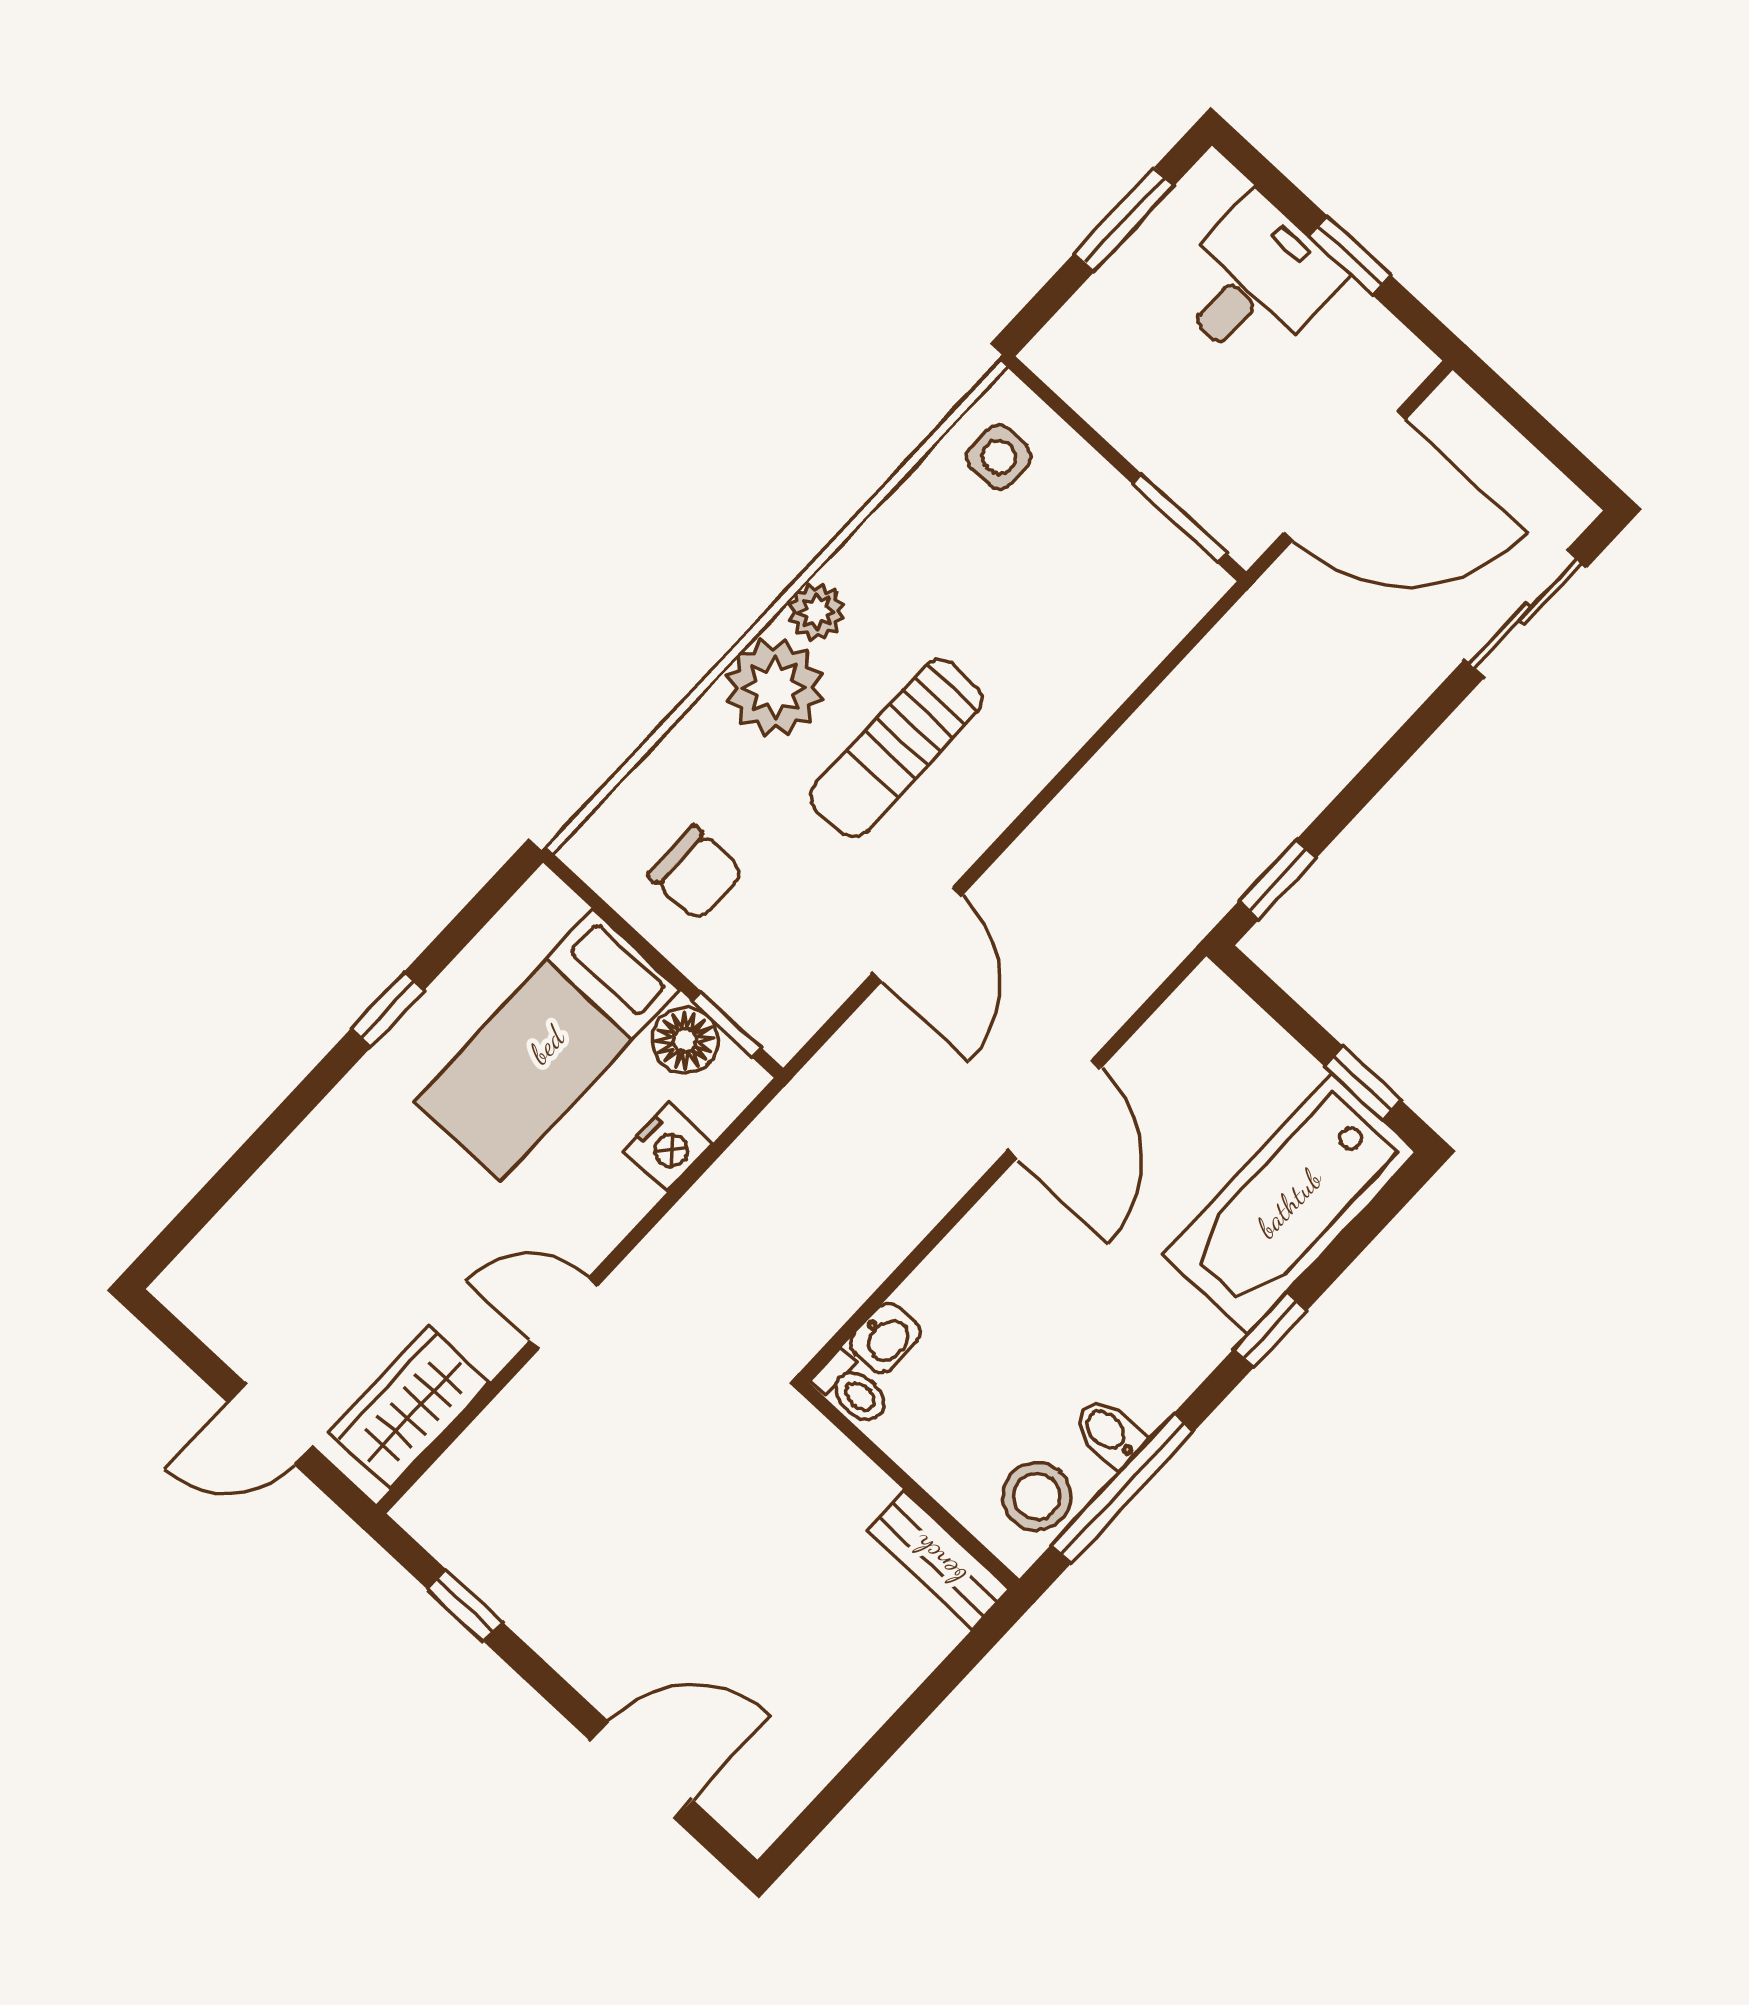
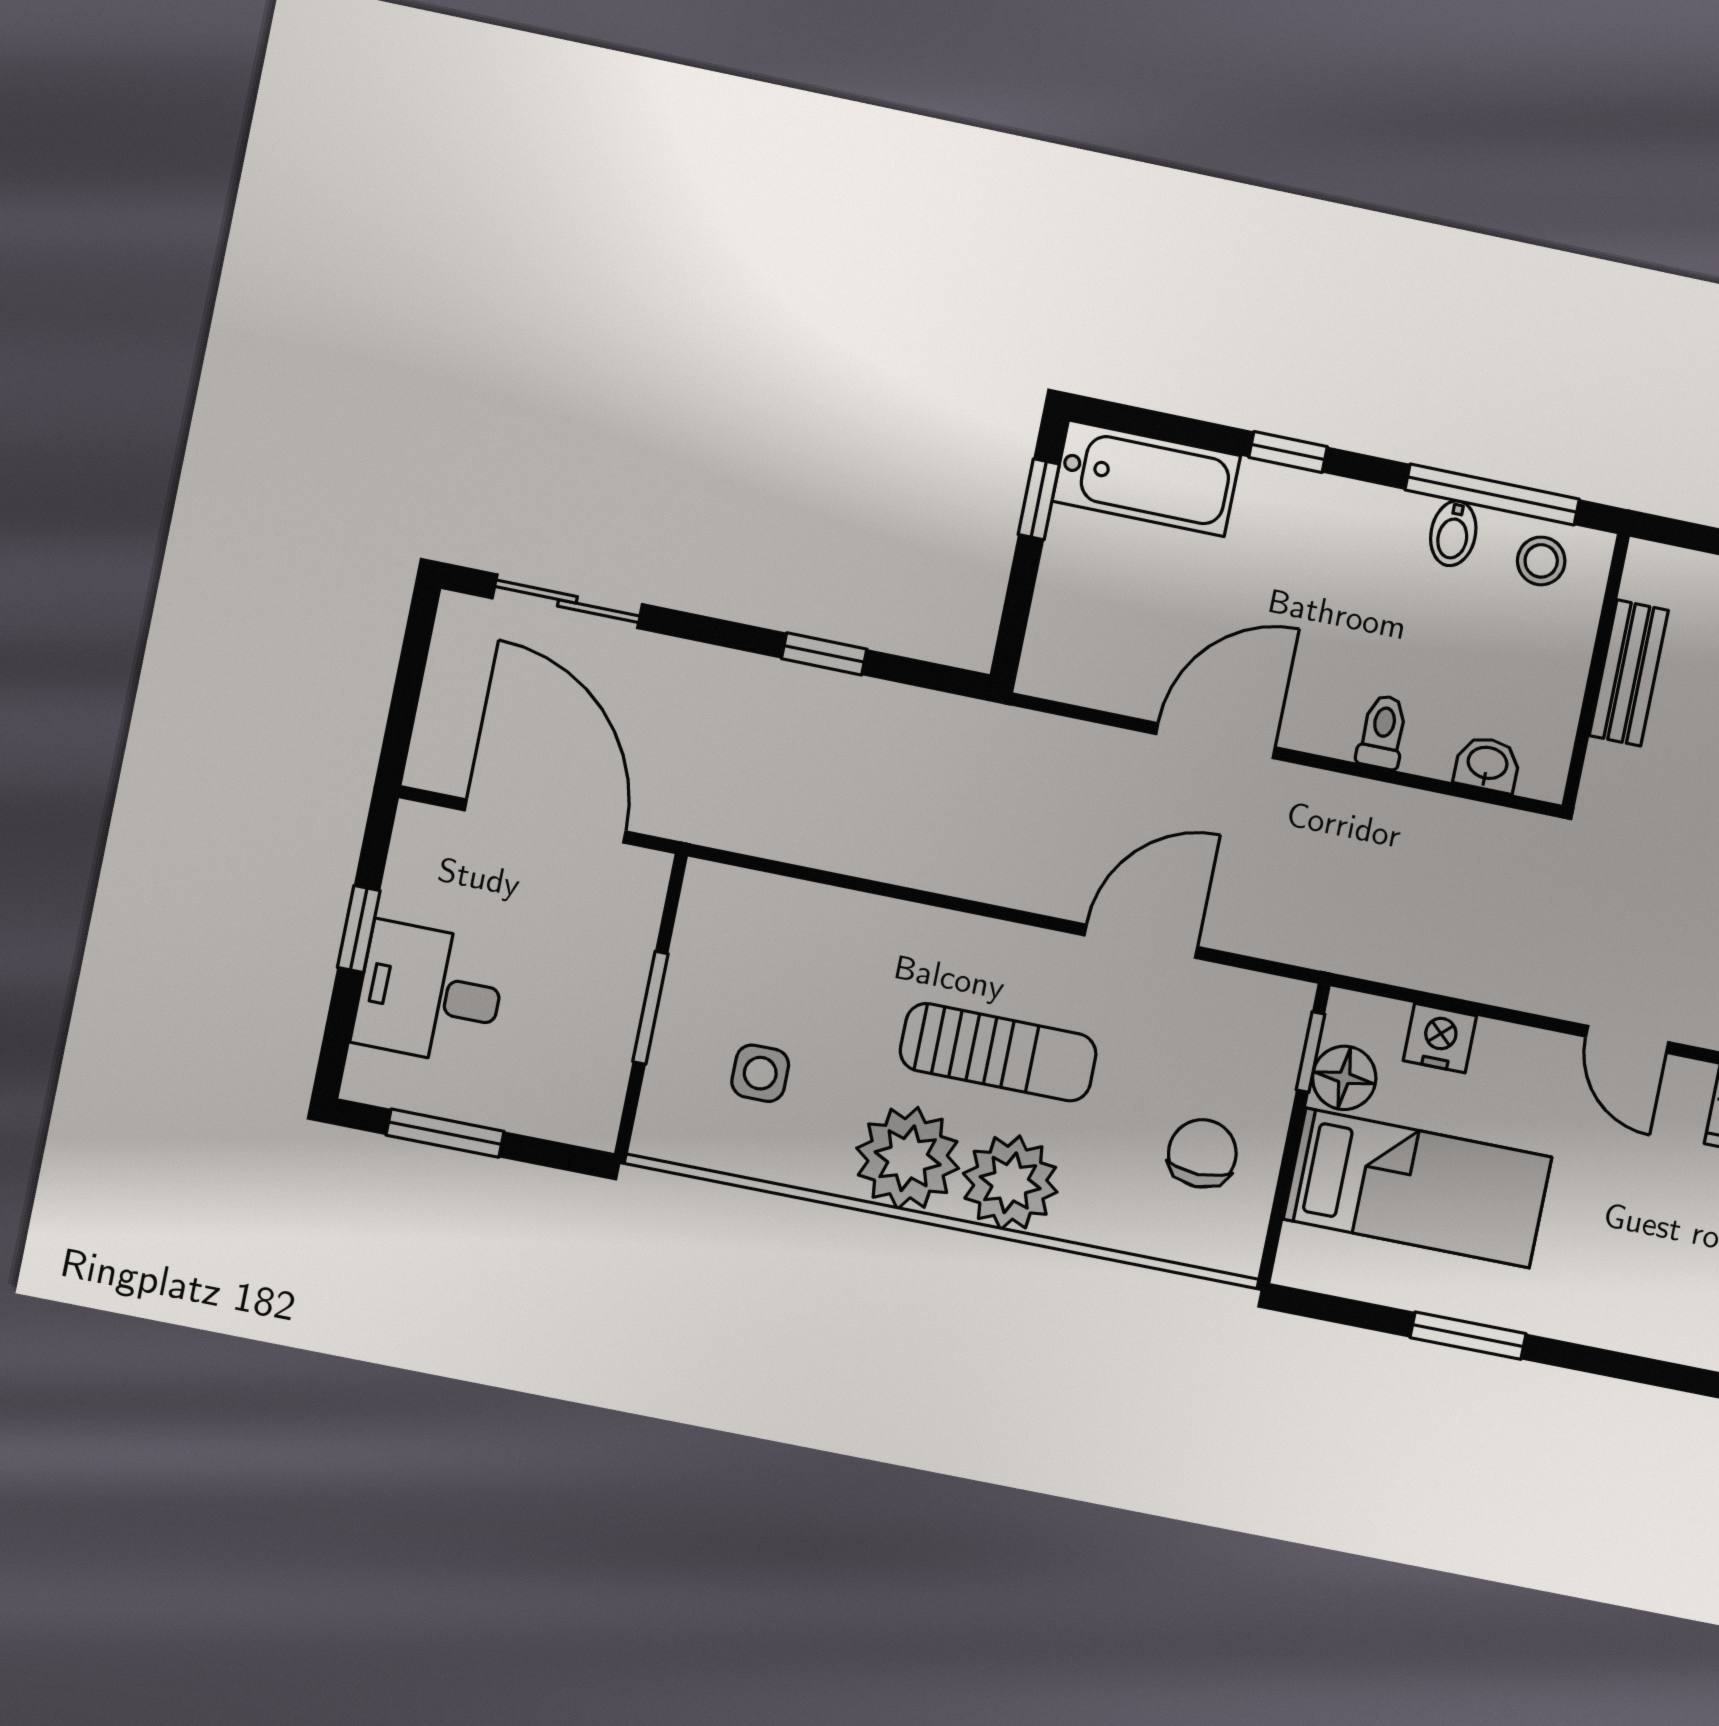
side table: (999, 457) -> (760, 1073), moved
window: (1179, 519) -> (650, 1008), moved
plant: (816, 612) -> (908, 1158), width x1.88, depth x1.88
window: (1277, 880) -> (824, 654), moved
window: (387, 1010) -> (1468, 1336), width x1.50
bathtub: (1289, 1203) -> (1146, 478), width x0.73, depth x0.73
toilet: (853, 1389) -> (1383, 732), moved
stool: (1037, 1496) -> (1541, 561), width x0.73, depth x0.73
bench: (938, 1560) -> (1629, 673), moved

